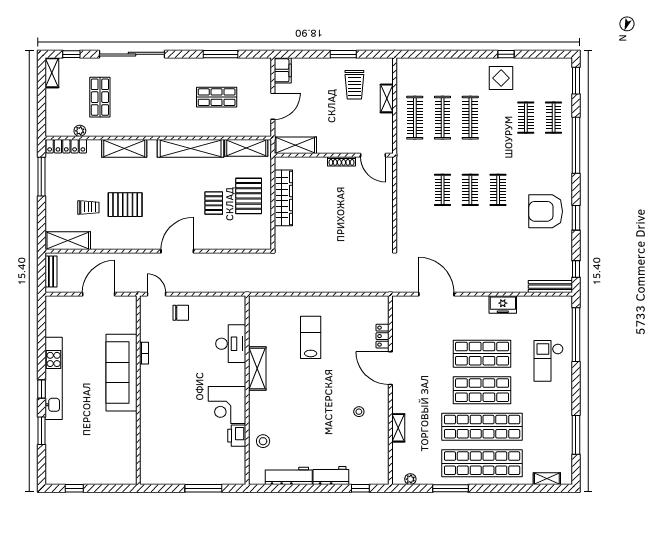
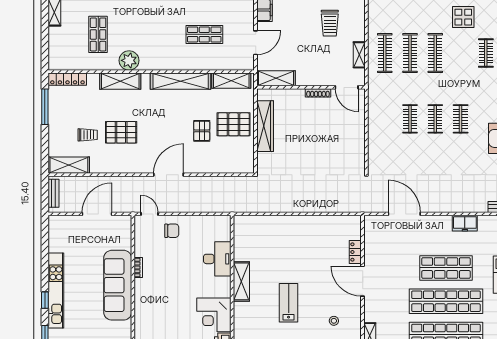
shelving: (387, 98) -> (359, 55), moved
plant: (80, 131) -> (129, 60), moved, width x1.88, depth x1.88
pallet: (249, 196) -> (234, 124), turned 90
lab bench: (311, 337) -> (289, 303), moved
shop shelf: (482, 390) -> (446, 301), width x1.40

